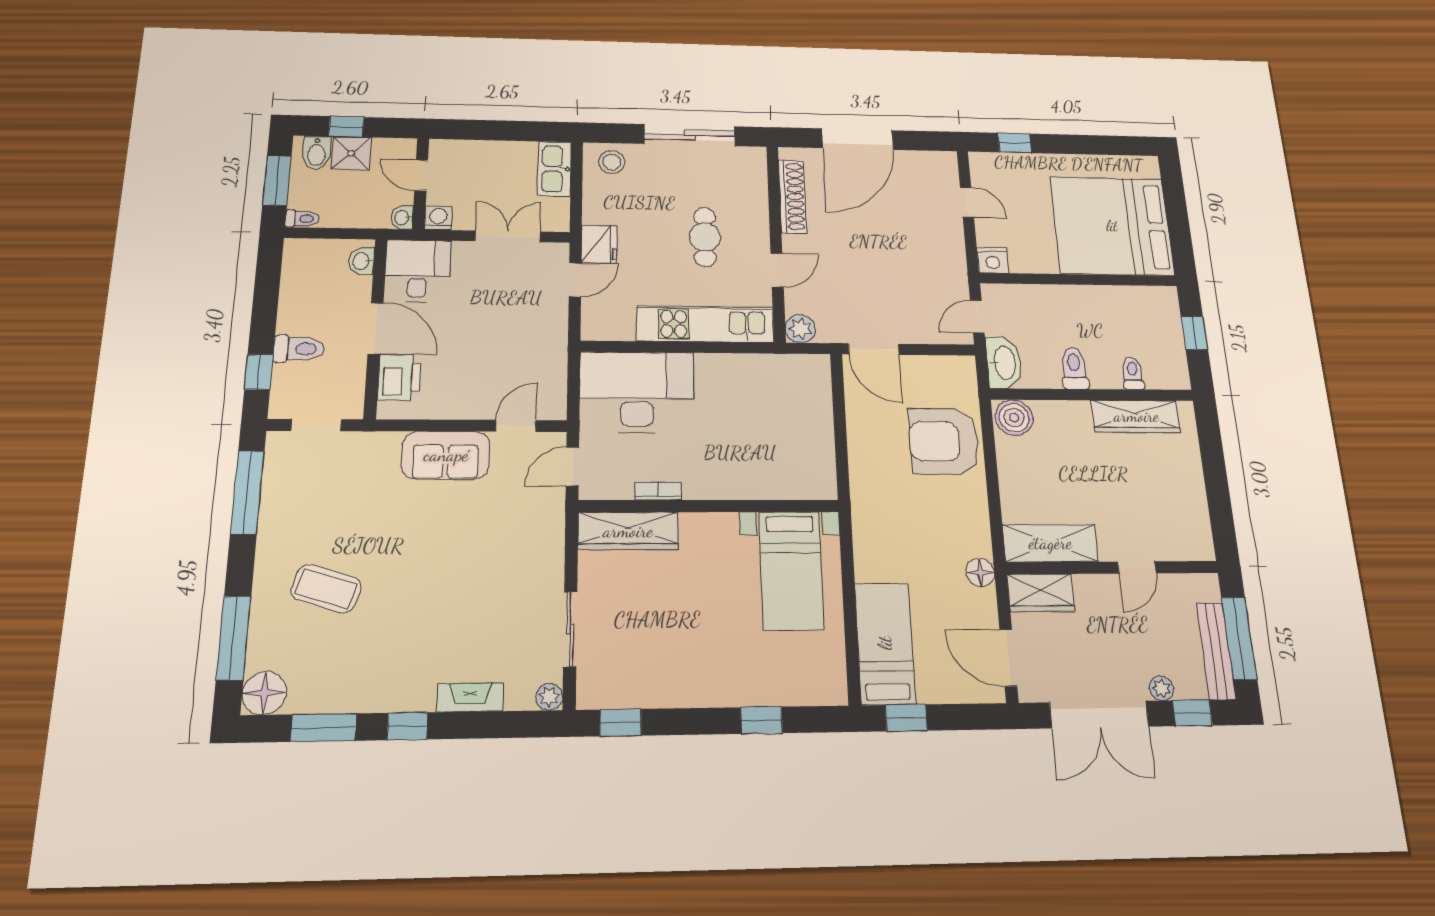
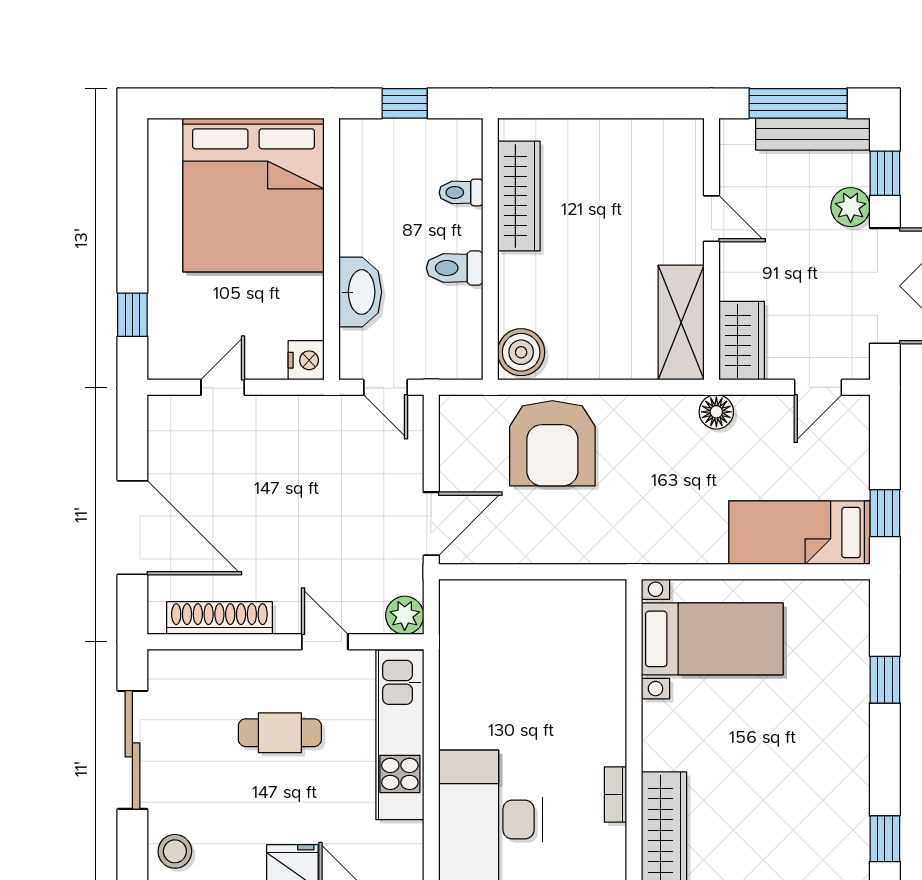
washbasin: (1004, 363) -> (360, 292), moved, turned 90
door: (1008, 658) -> (818, 387), width x0.73
plant: (1161, 688) -> (851, 207), width x1.38, depth x1.38

